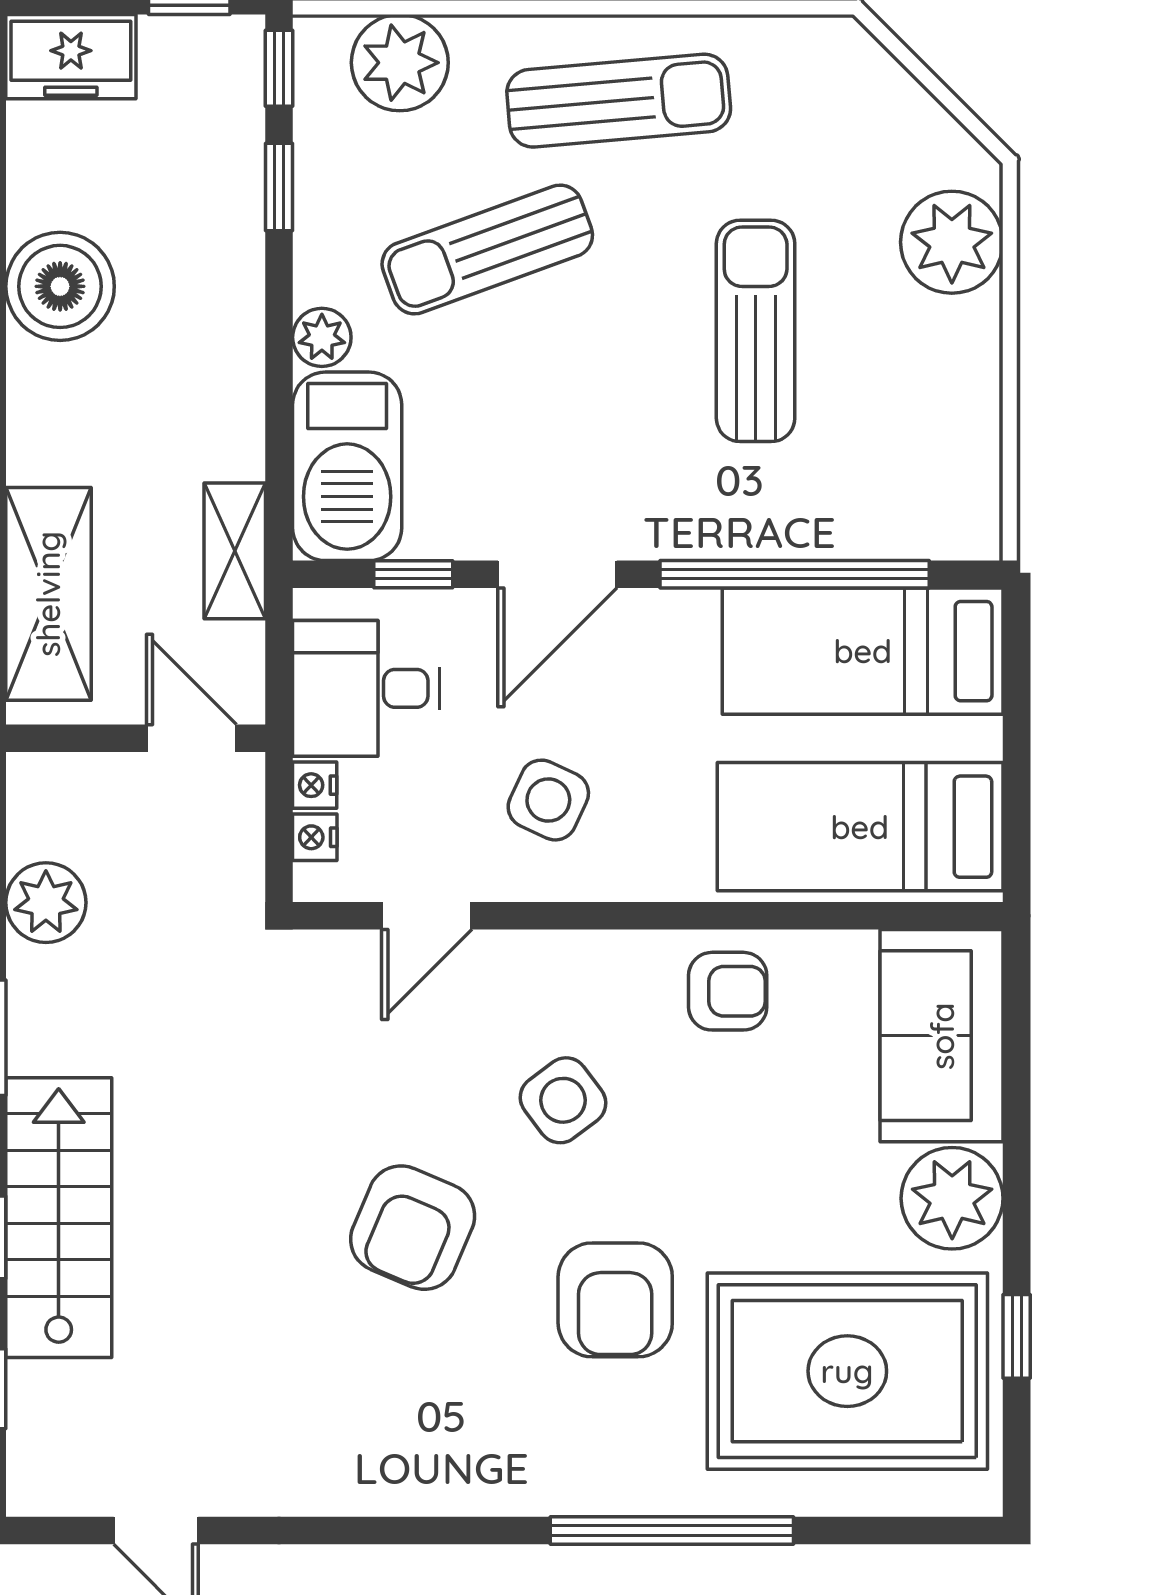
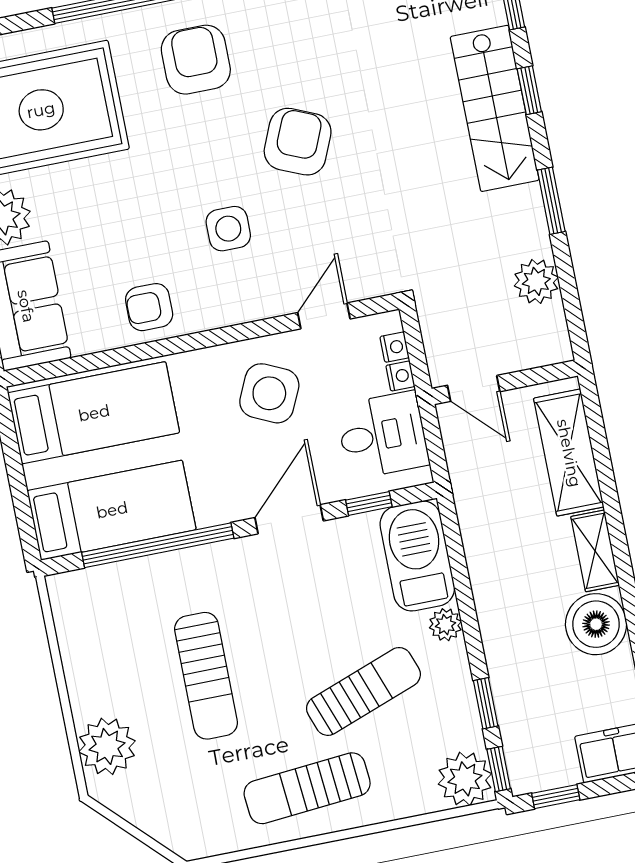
plant: (400, 63) -> (465, 779), moved
shelving: (235, 551) -> (595, 551), moved
side table: (548, 800) -> (269, 393), width x1.37, depth x1.37
side table: (563, 1100) -> (228, 229), turned 37
armchair: (615, 1300) -> (196, 60), moved

